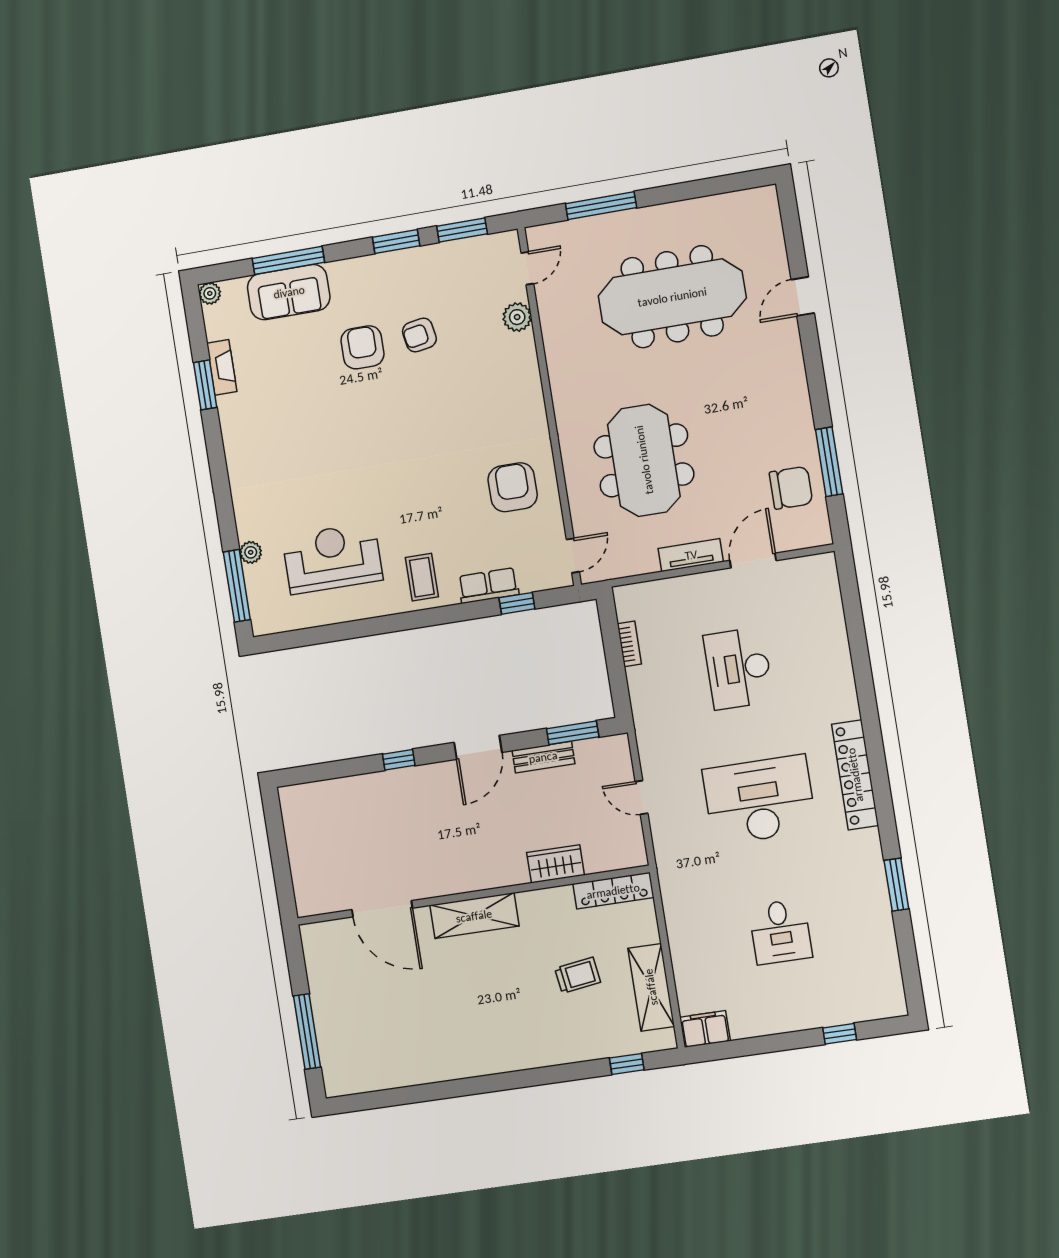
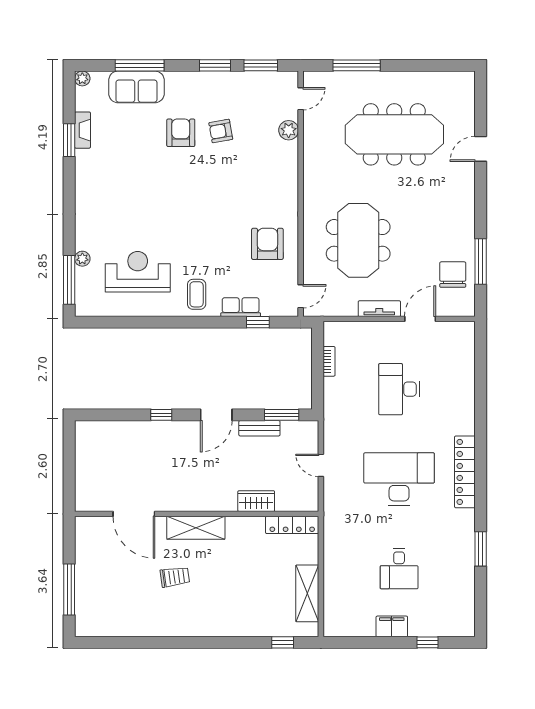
chair: (791, 488) -> (453, 275), turned -90
trolley: (578, 975) -> (175, 577), moved
filing cabinet: (705, 1029) -> (392, 626), moved

